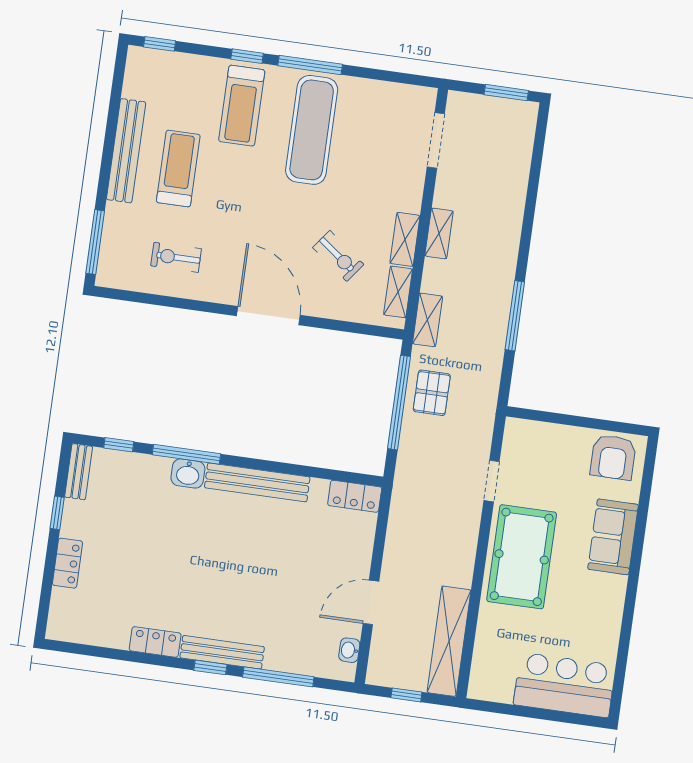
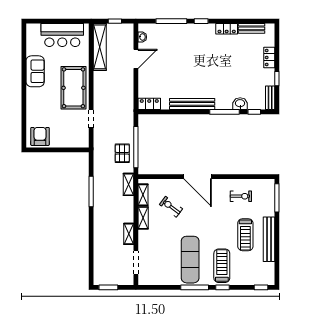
shelving: (439, 233) -> (129, 234), moved
washbasin: (188, 473) -> (240, 104), moved
sofa: (613, 537) -> (35, 71), moved
bench: (222, 652) -> (251, 28), moved, width x0.73
bar counter: (564, 685) -> (62, 35), moved

